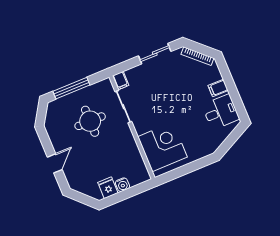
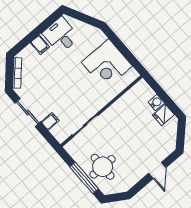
filing cabinet: (121, 80) -> (50, 121), moved
round table: (90, 121) -> (103, 167), moved
corner desk: (163, 147) -> (107, 64), moved, turned -90
door: (55, 163) -> (157, 170), swing flipped

